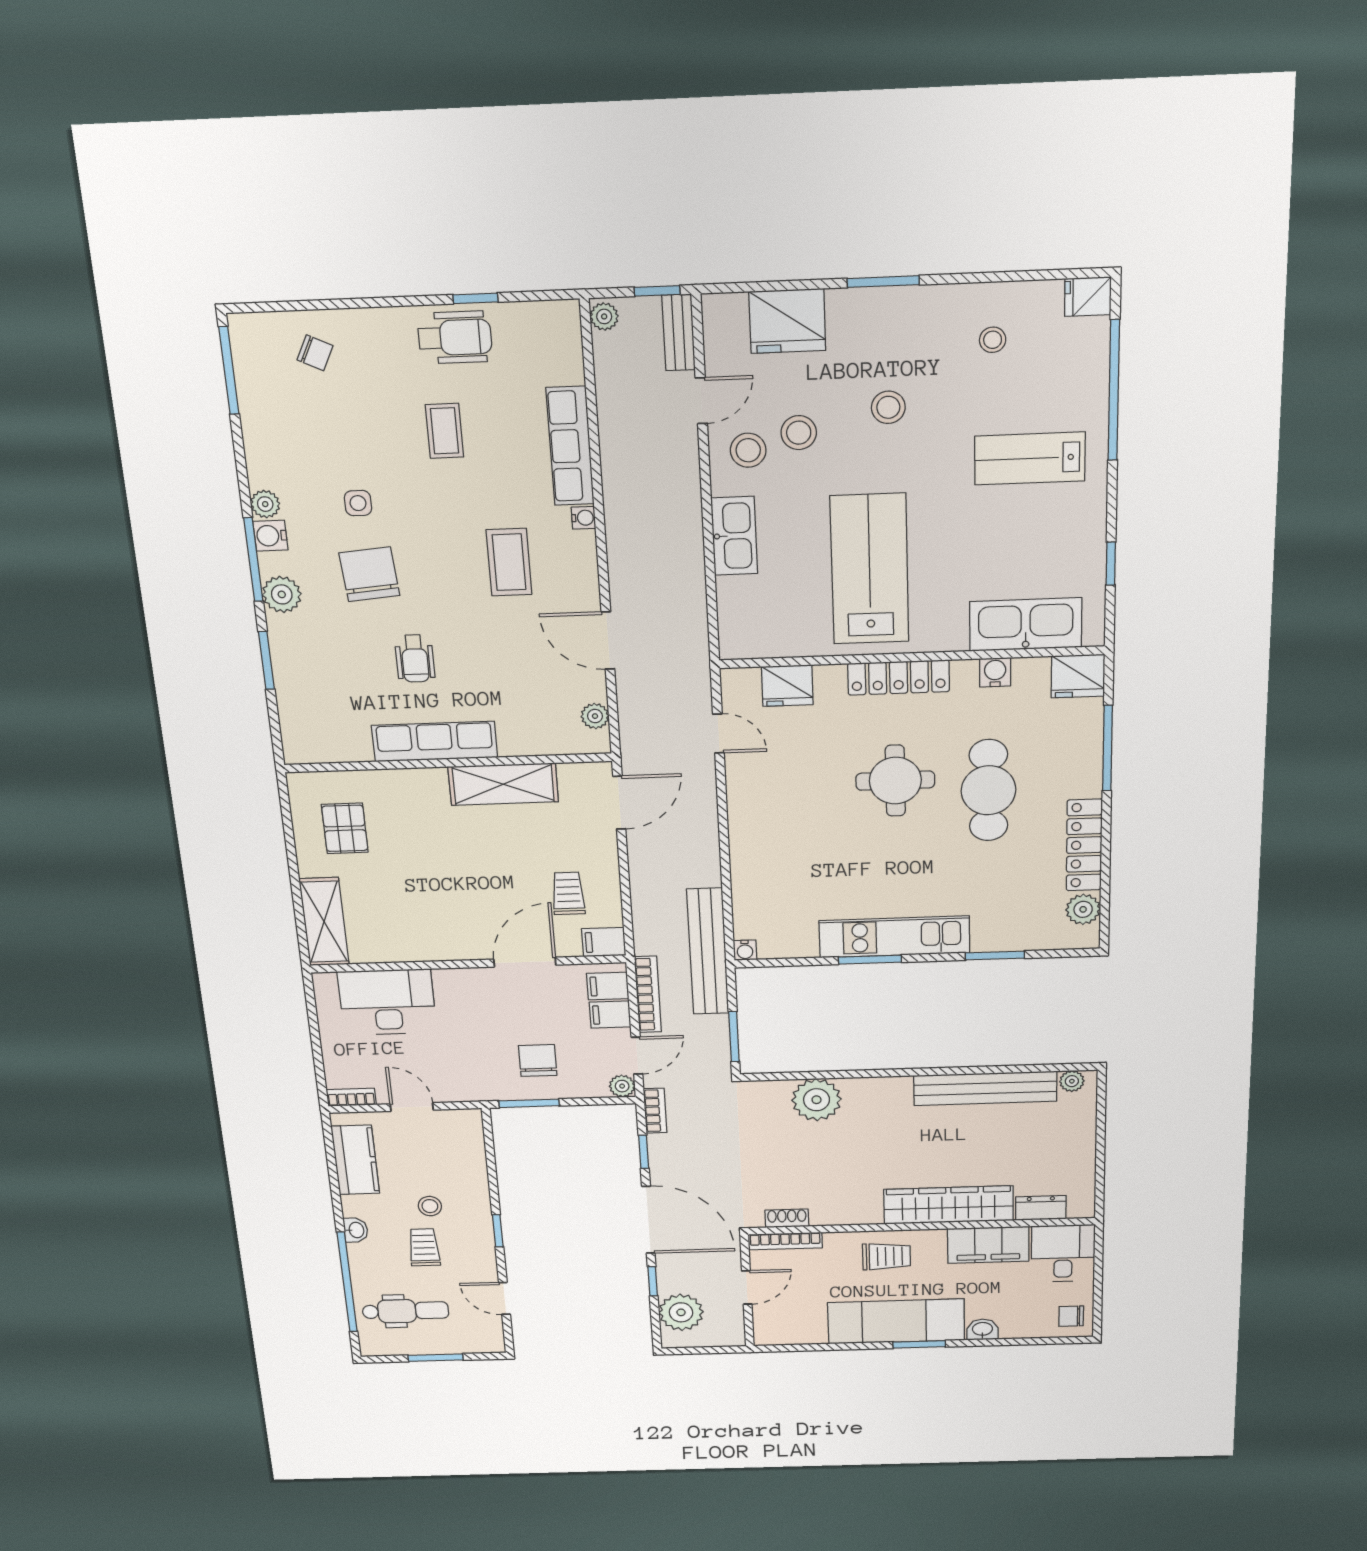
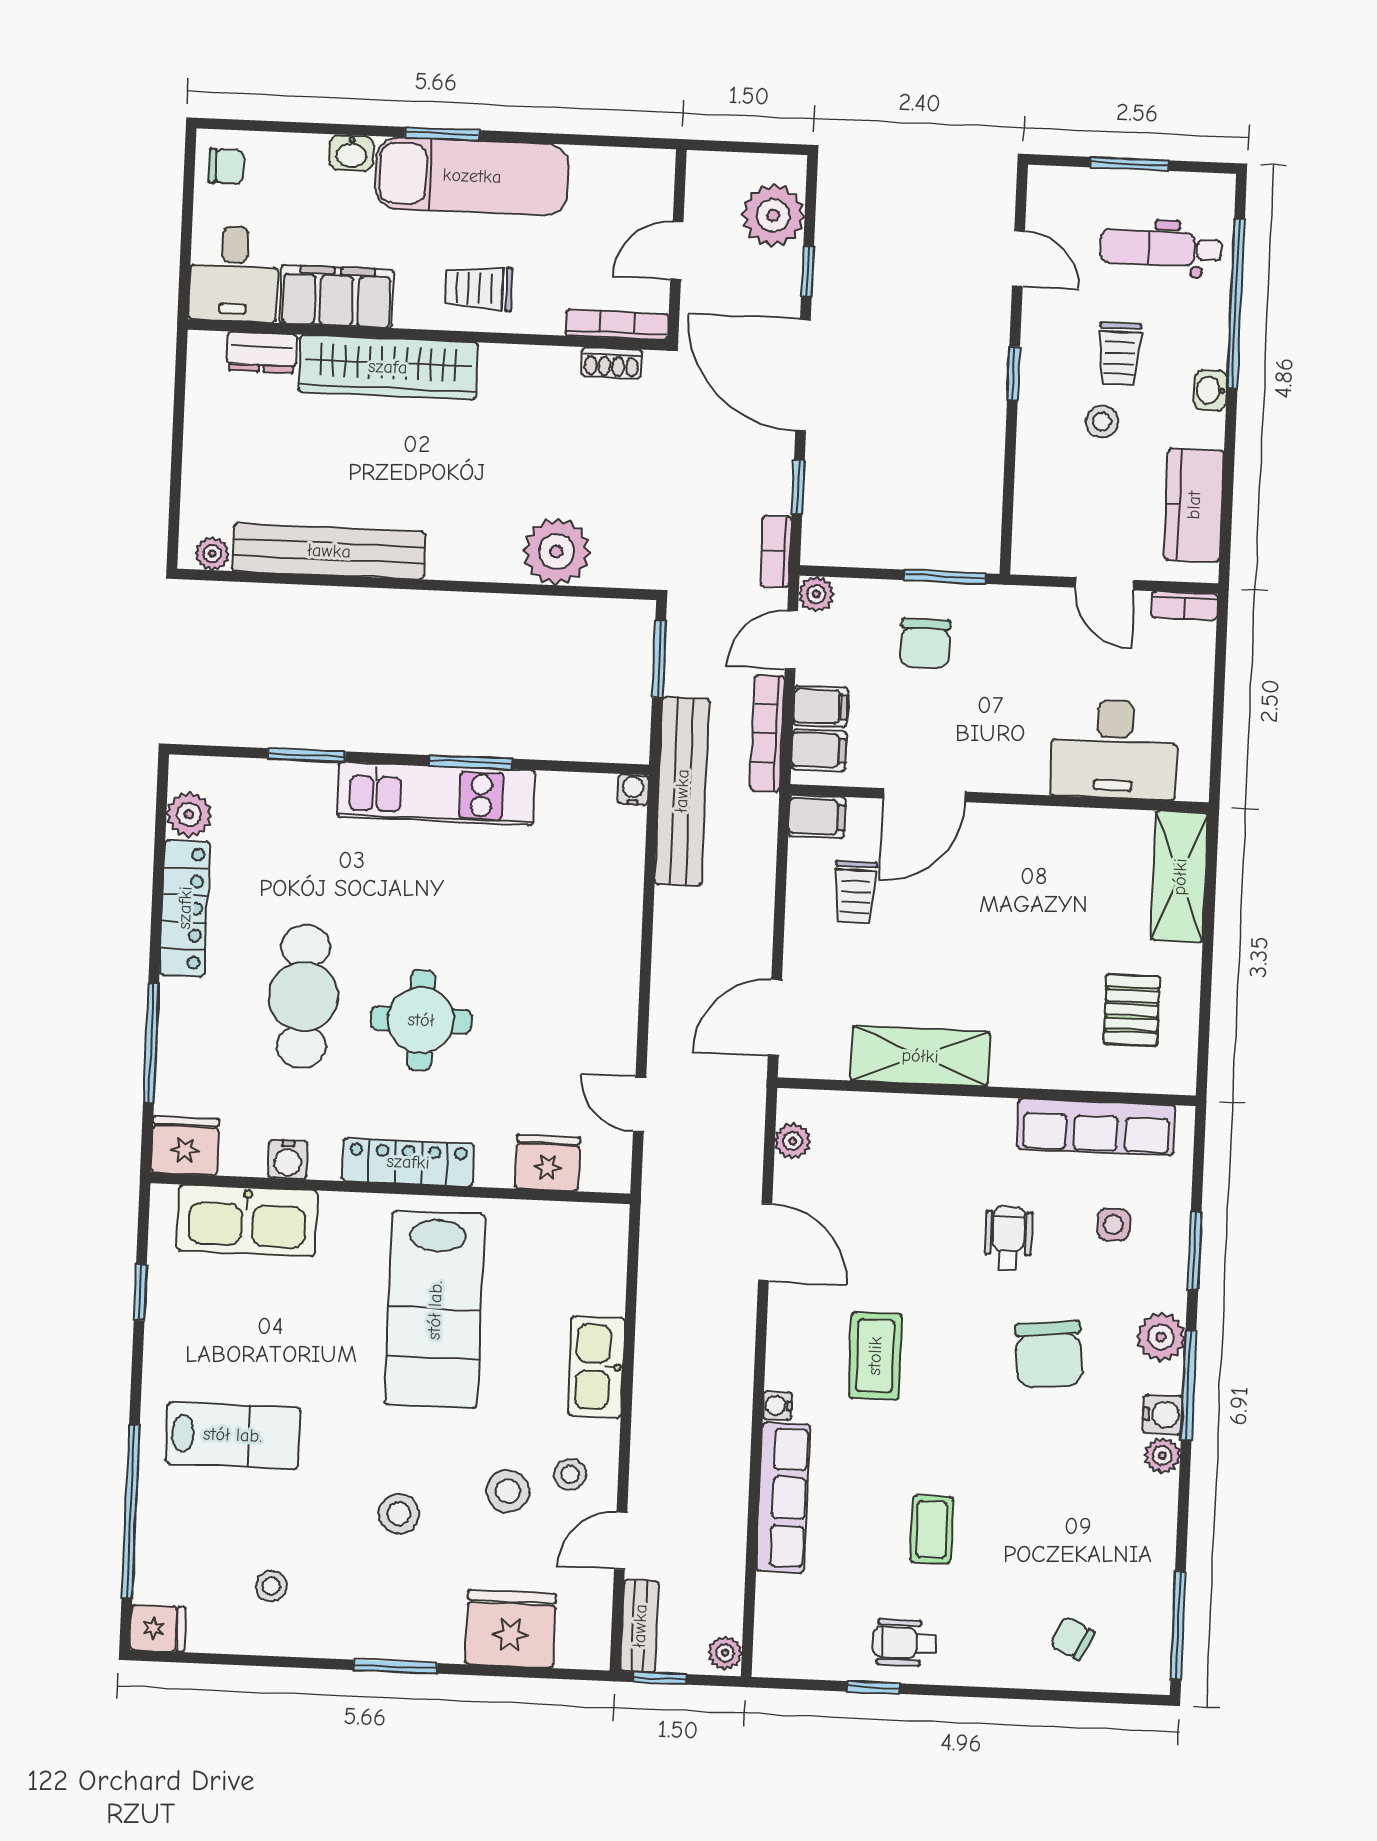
wheelchair: (455, 337) -> (904, 1643), width x0.73, depth x0.73
stool: (748, 450) -> (570, 1474), width x0.73, depth x0.73
side table: (358, 503) -> (1113, 1224), moved
row of seats: (435, 741) -> (1096, 1127), moved

